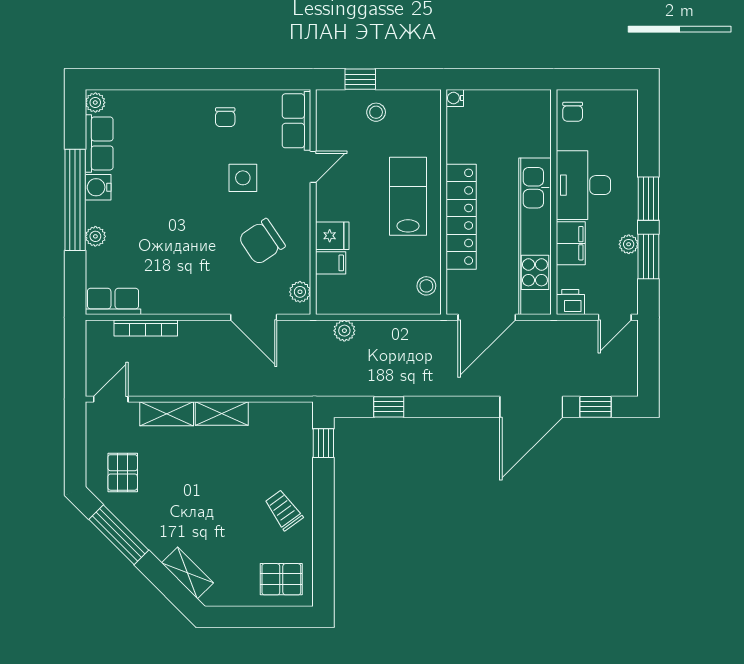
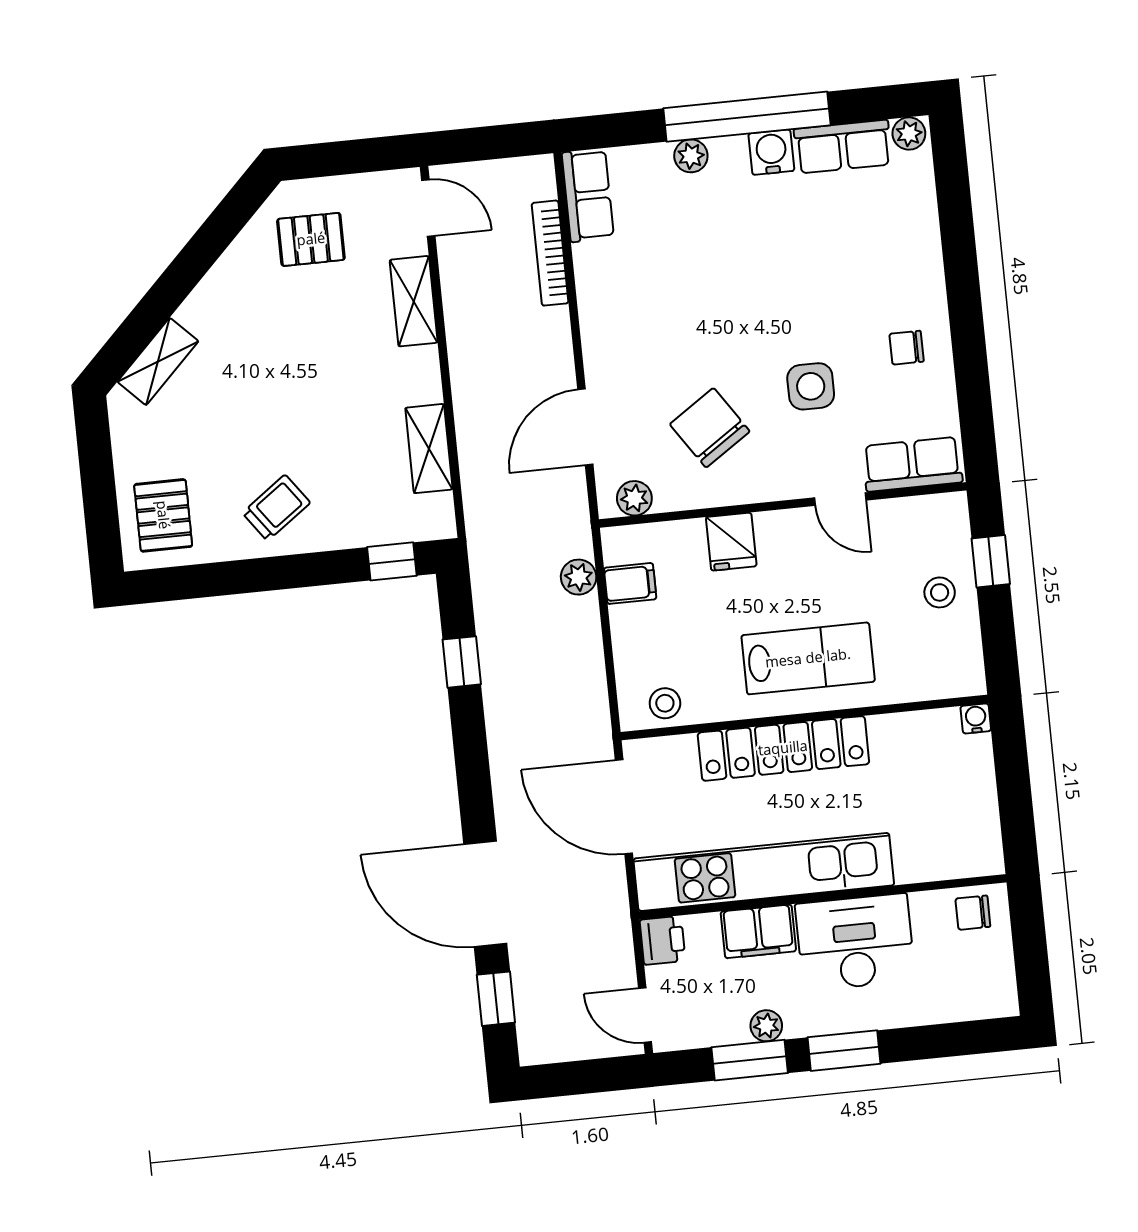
filing cabinet: (331, 263) -> (630, 583), moved, turned -90
shelving: (222, 414) -> (429, 449), moved
window: (119, 535) -> (209, 243), removed

